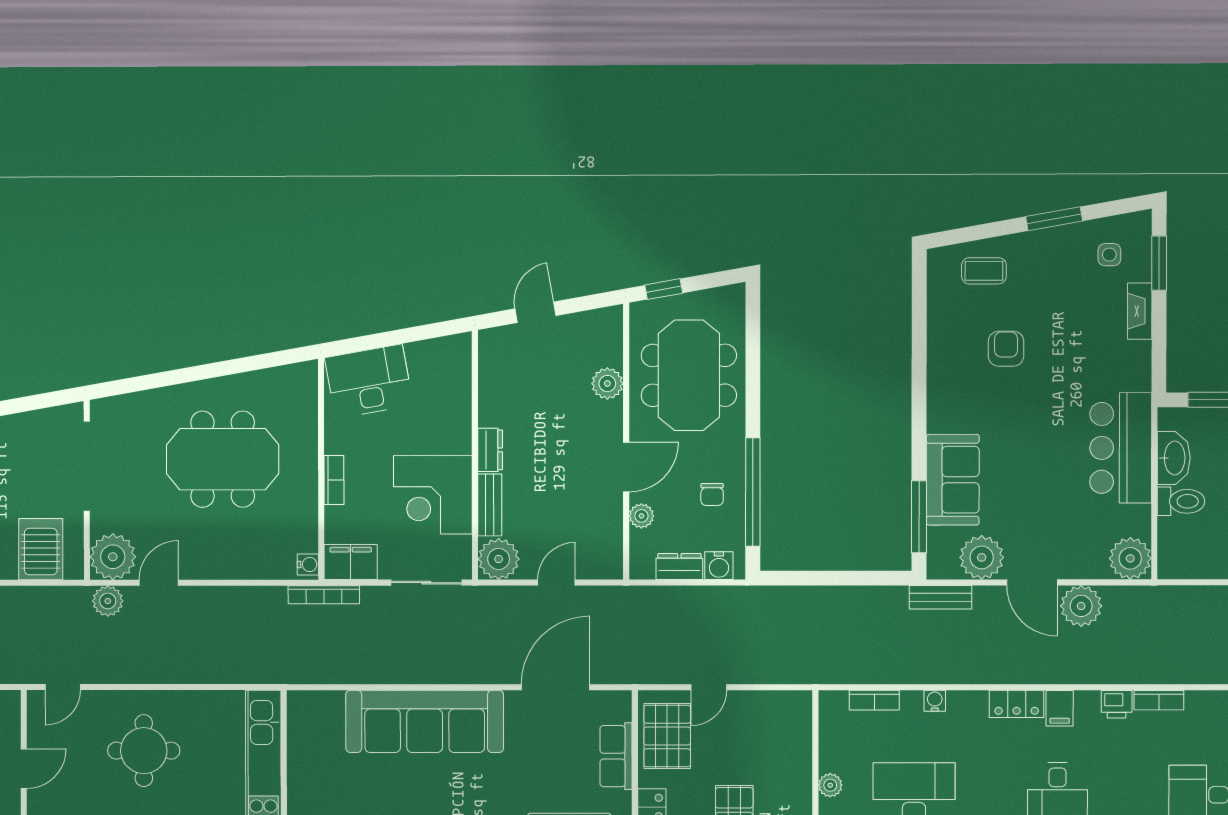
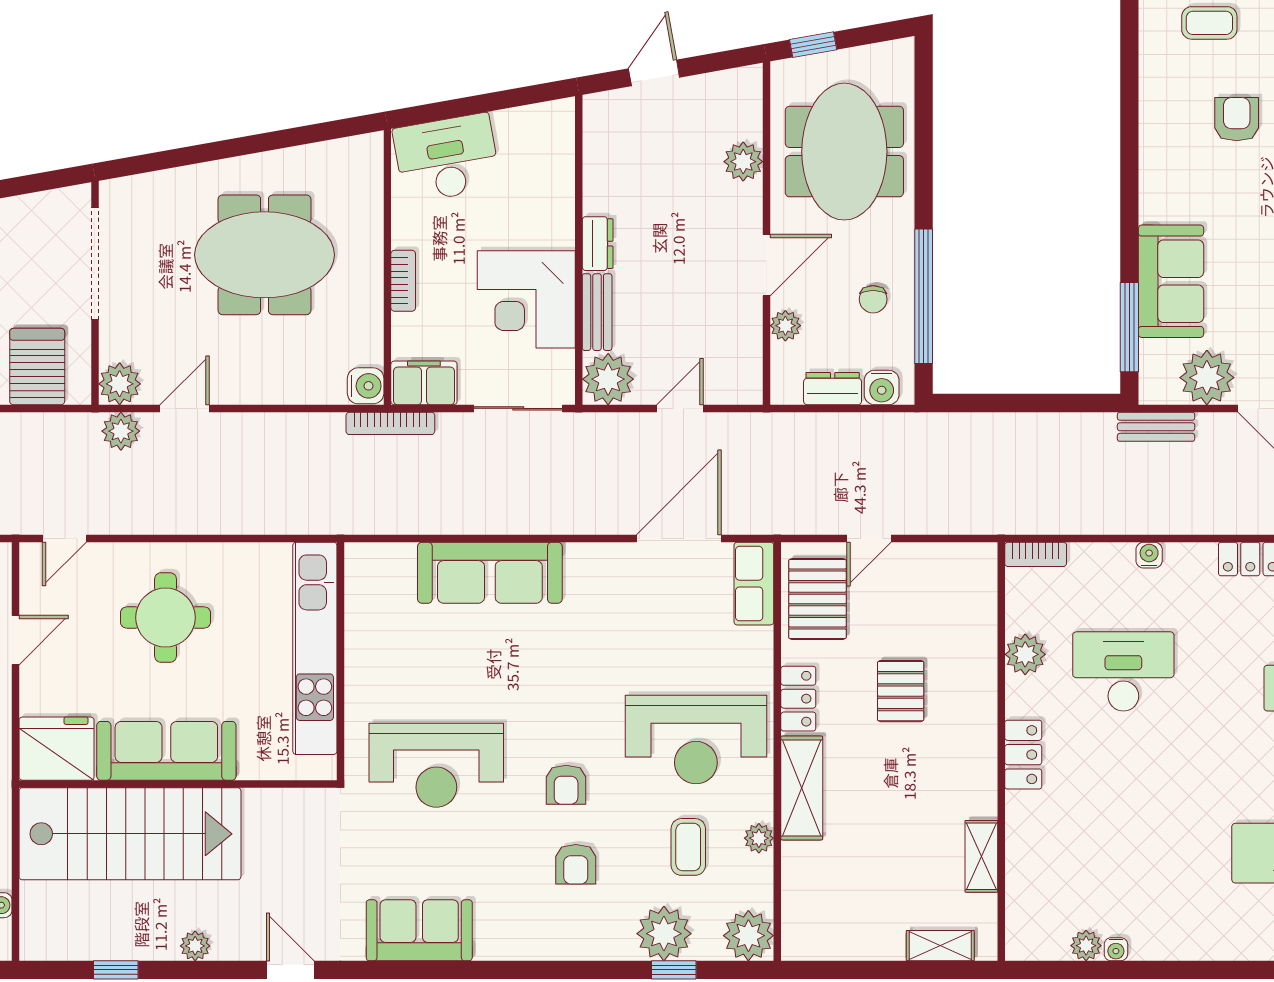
plant: (113, 557) -> (120, 384), width x0.73, depth x0.73
water cooler: (308, 564) -> (366, 386), width x1.38, depth x1.38
bookcase: (874, 700) -> (1036, 554), moved
sofa: (425, 721) -> (490, 573), width x0.74, depth x0.79
row of seats: (616, 756) -> (754, 584), moved
plant: (830, 785) -> (1025, 654), width x1.38, depth x1.38

